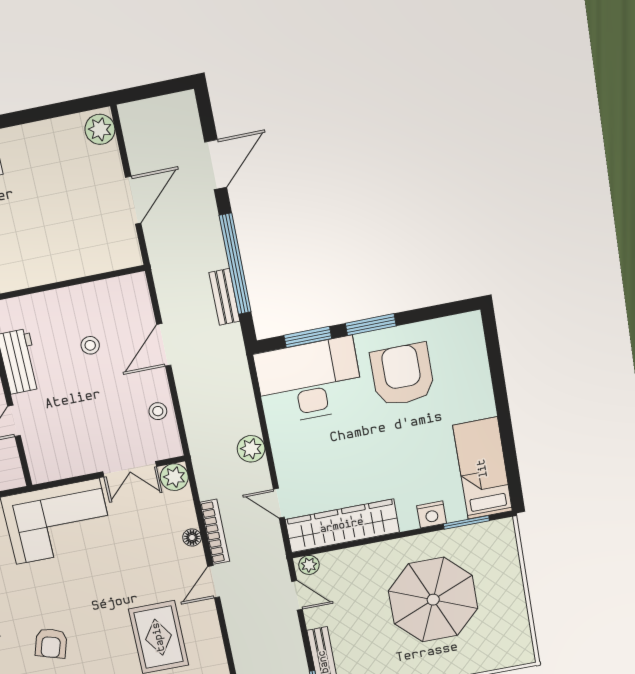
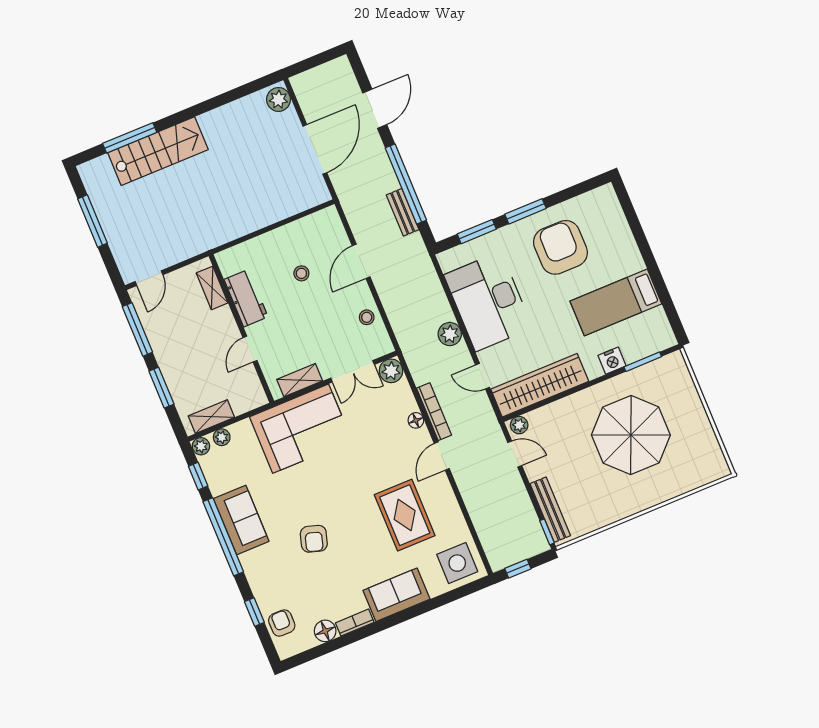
door: (133, 200) -> (315, 149), width x1.36
desk: (309, 381) -> (488, 301), moved, turned -90
shelving: (66, 467) -> (300, 380), added
bed: (483, 468) -> (616, 302), moved, turned -90

